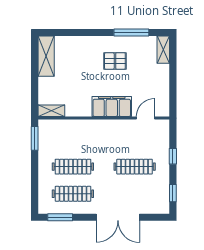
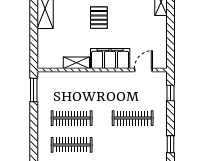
pallet: (115, 61) -> (99, 18), moved, turned 90
shelving: (51, 111) -> (76, 63), moved
window: (173, 156) -> (171, 93), moved

